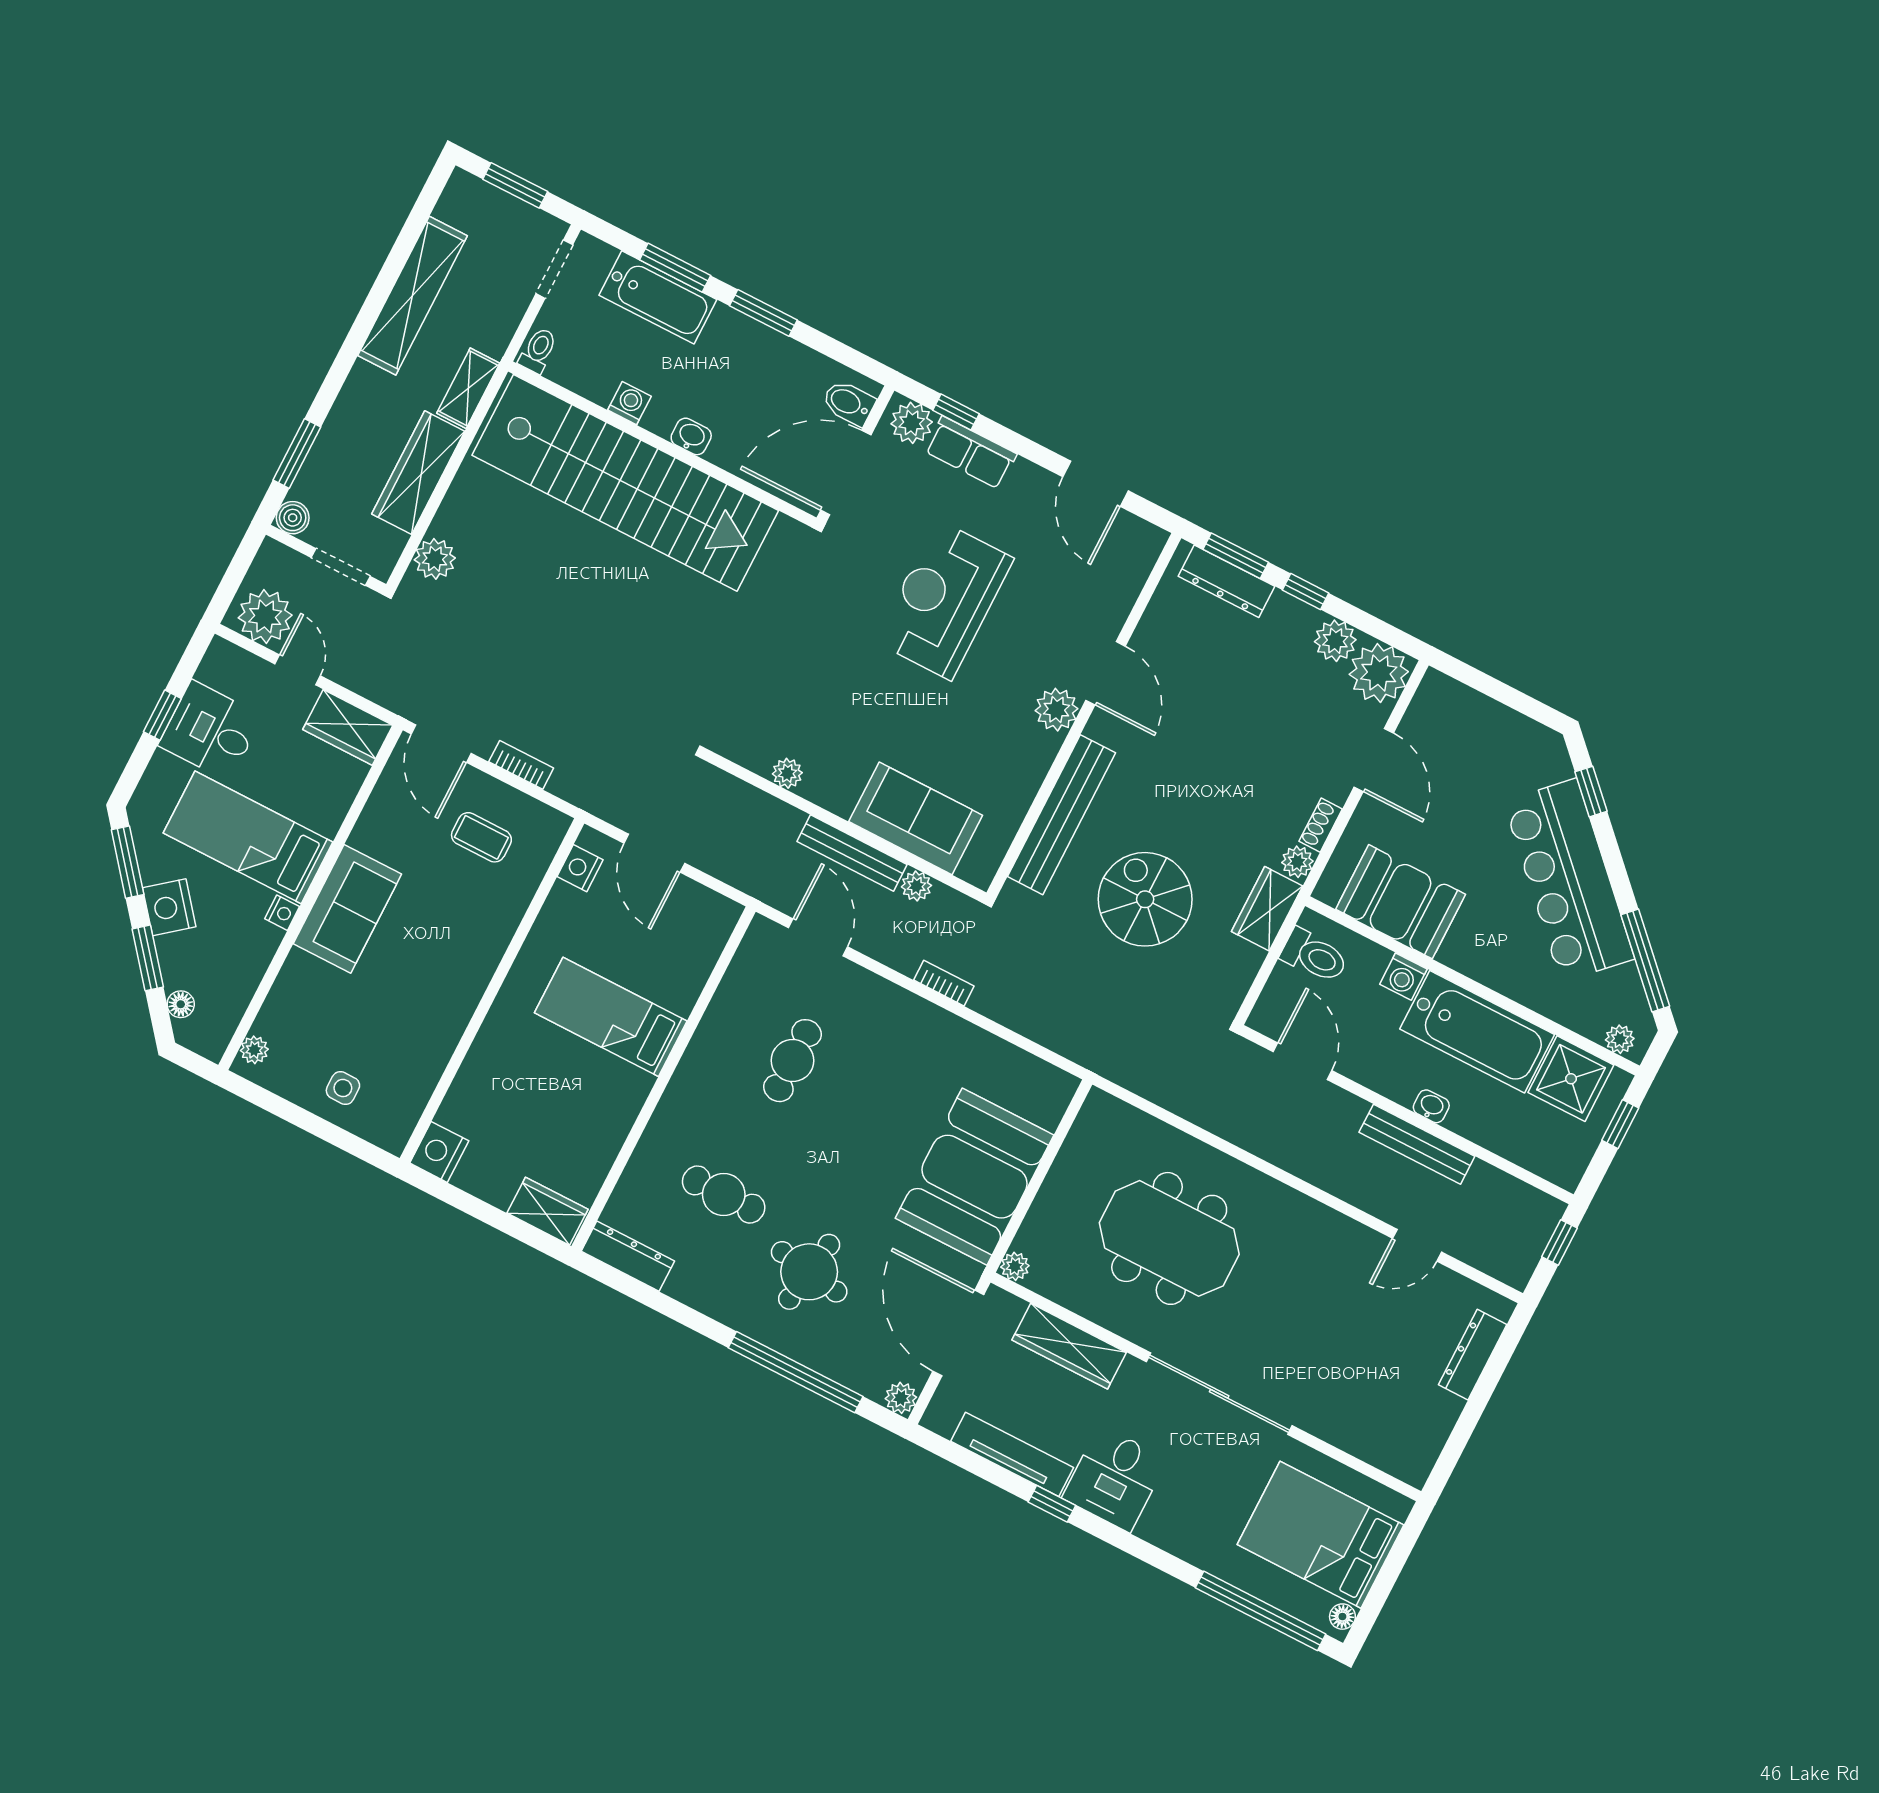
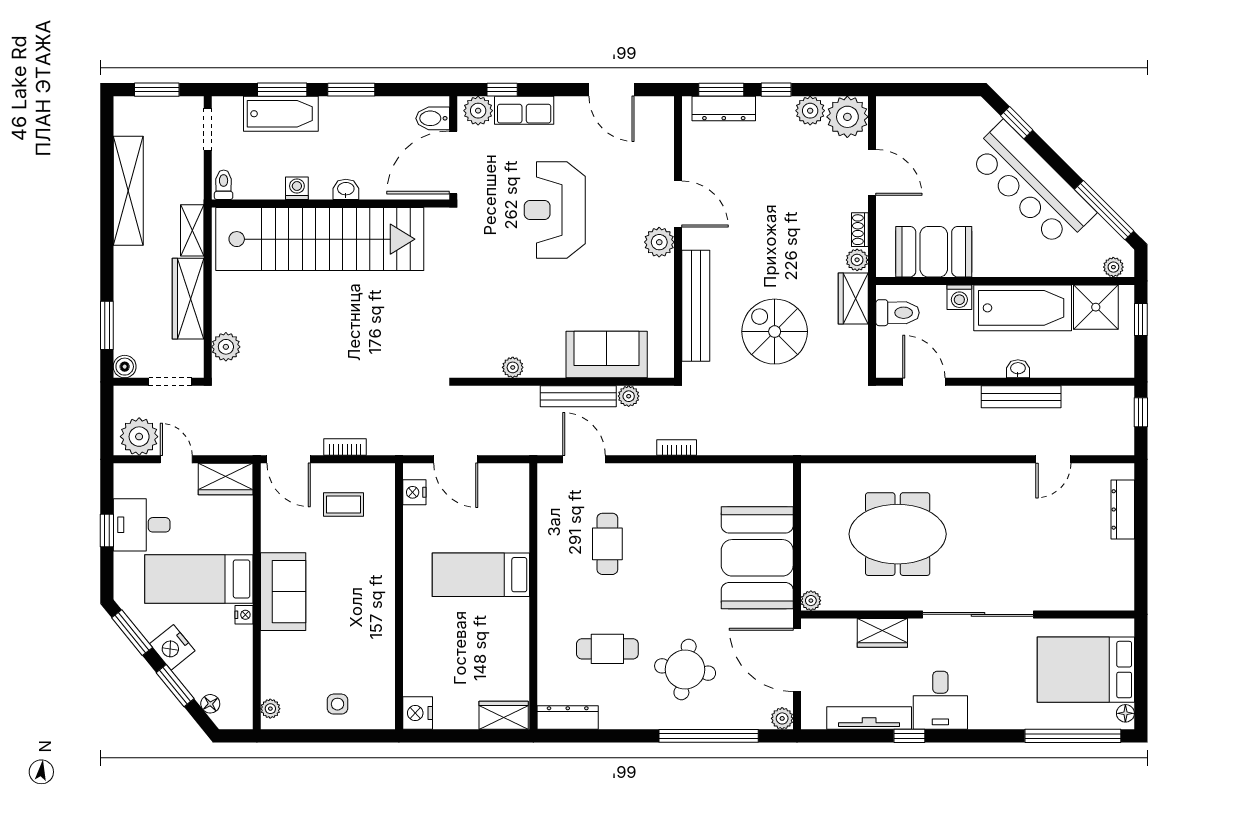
wardrobe: (1069, 1346) -> (882, 633), width x0.67

